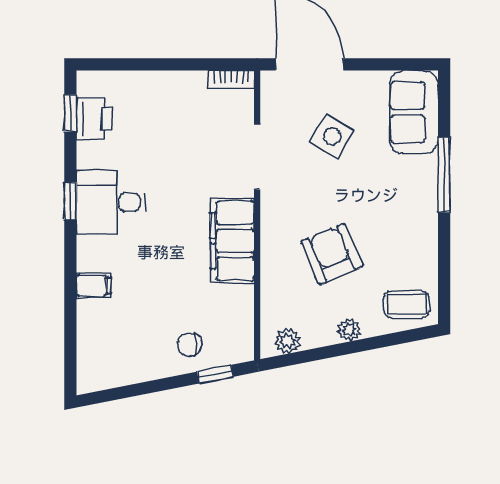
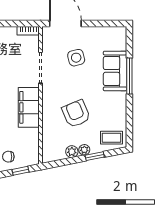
sofa: (414, 112) -> (115, 71), moved
side table: (332, 136) -> (76, 58), turned 45
plant: (288, 341) -> (72, 152), moved
window: (371, 343) -> (95, 156), added

